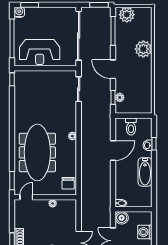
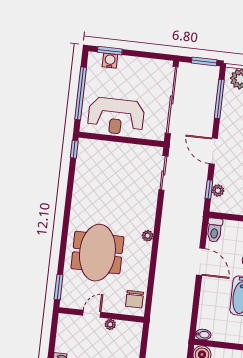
water cooler: (19, 12) -> (110, 61), moved
toilet: (131, 126) -> (215, 230), moved
door: (113, 151) -> (201, 262), hinge flipped
meeting table: (37, 152) -> (97, 253), width x0.73
door: (26, 197) -> (92, 314), moved

